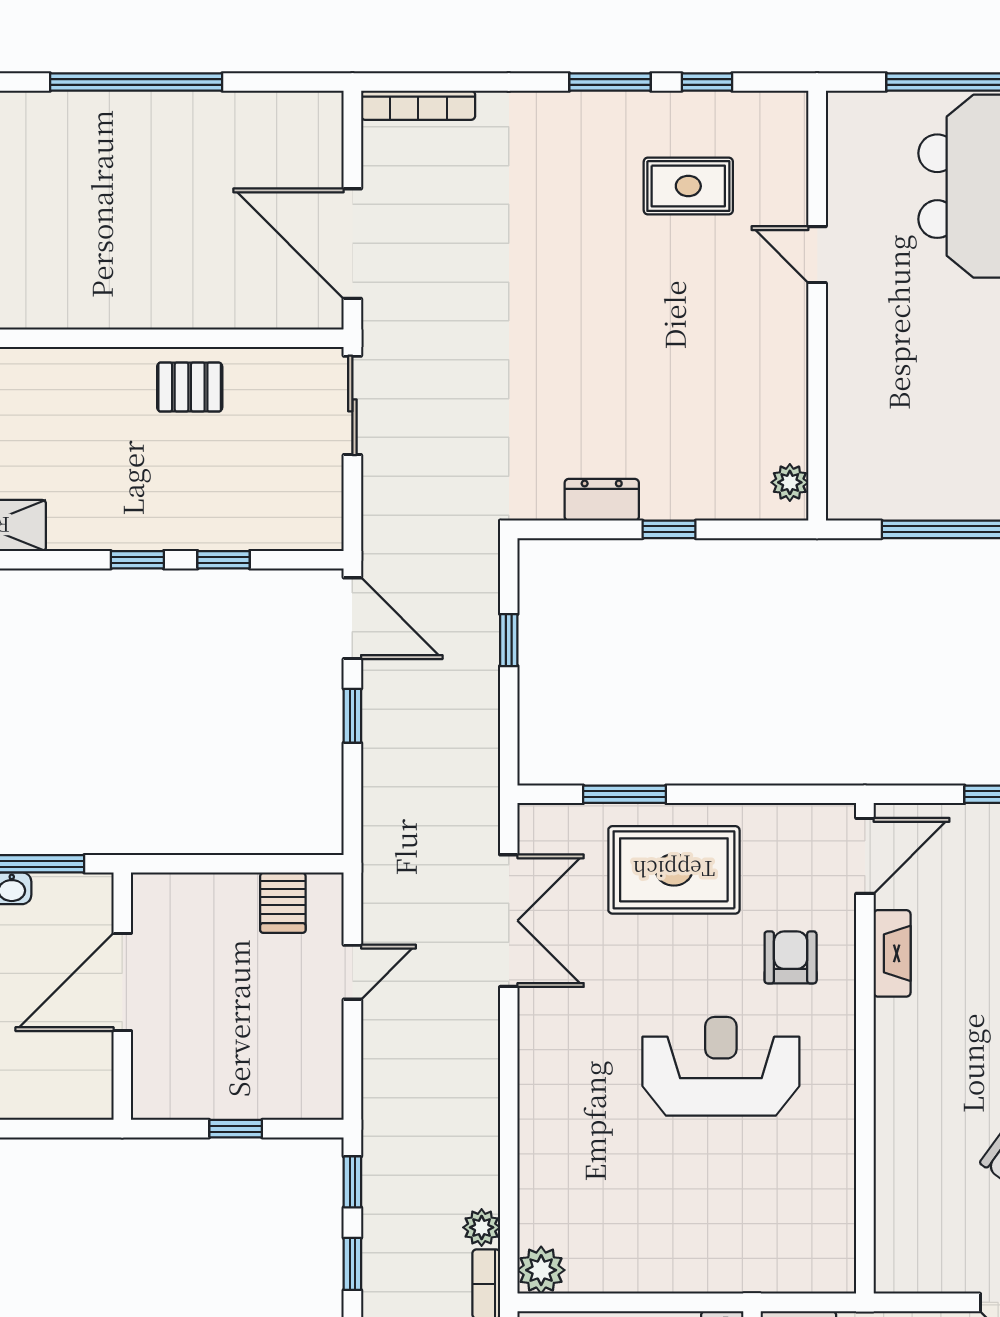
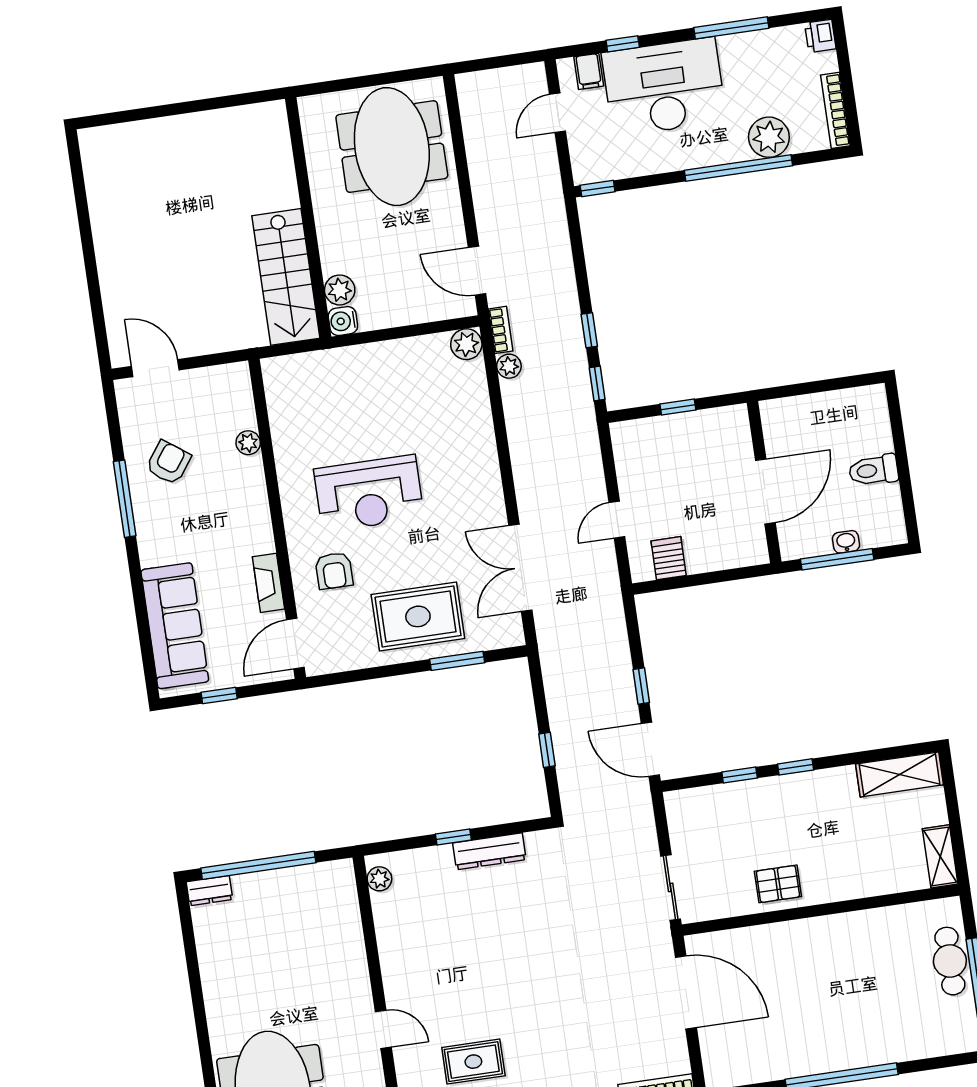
dresser: (602, 500) -> (489, 851), width x1.44
plant: (892, 1169) -> (248, 443), added

